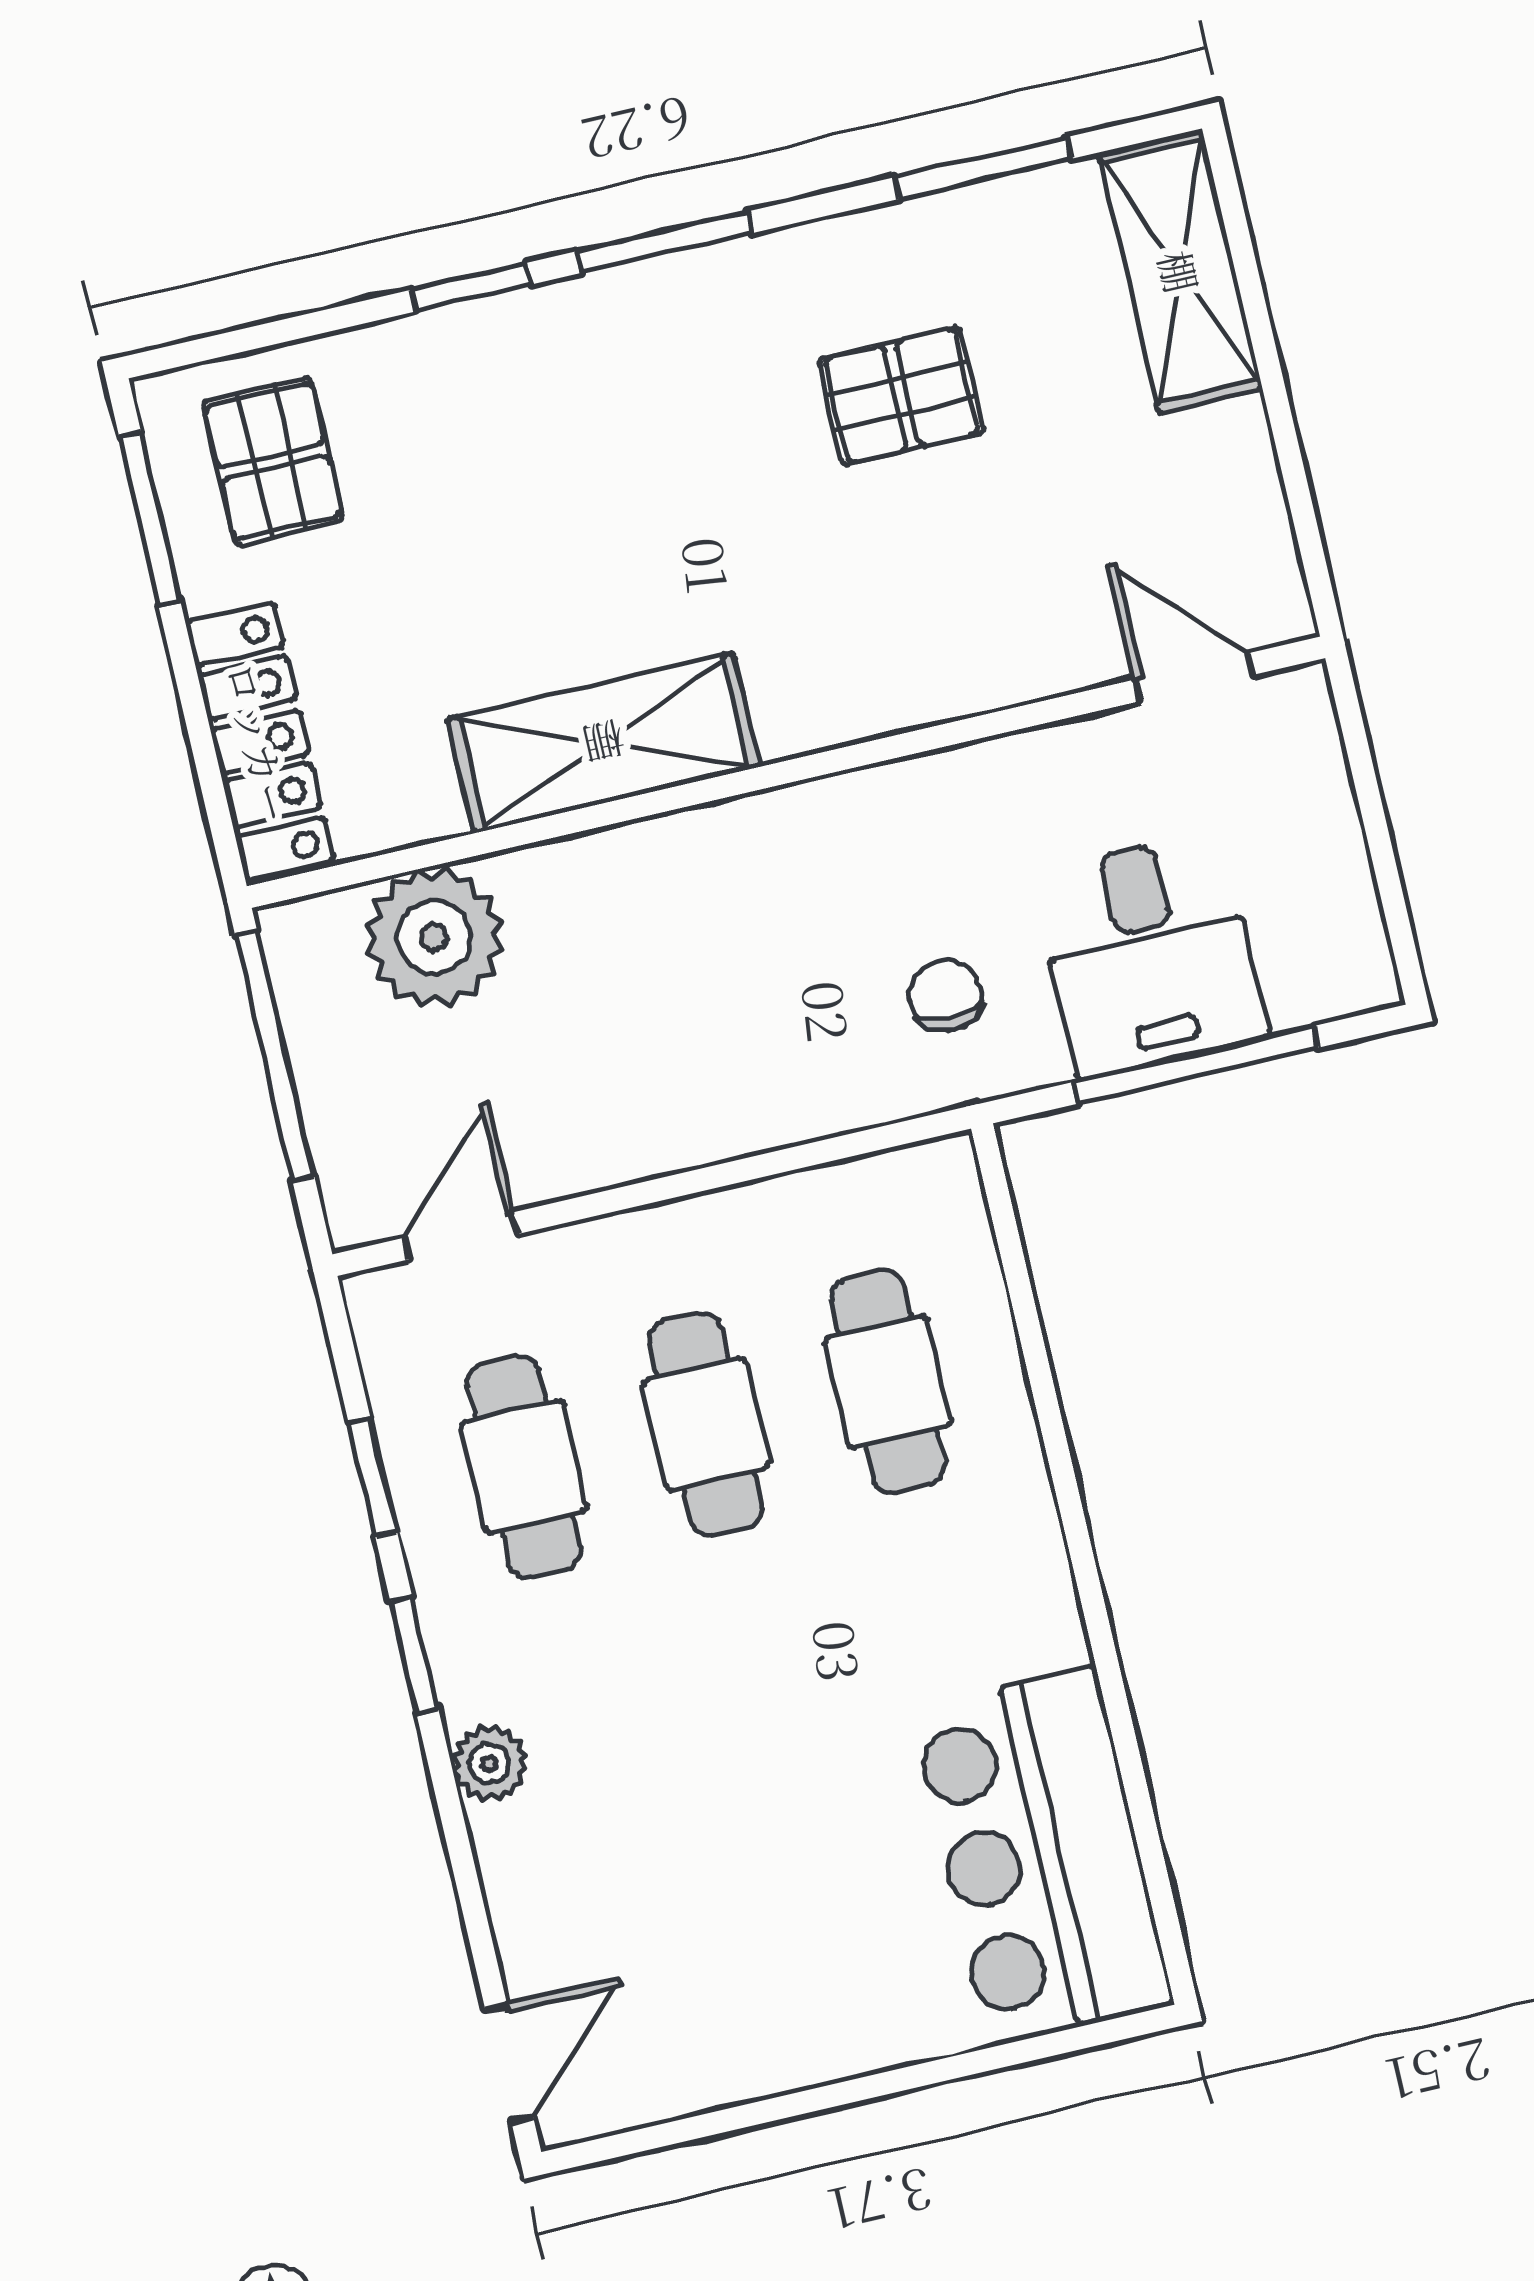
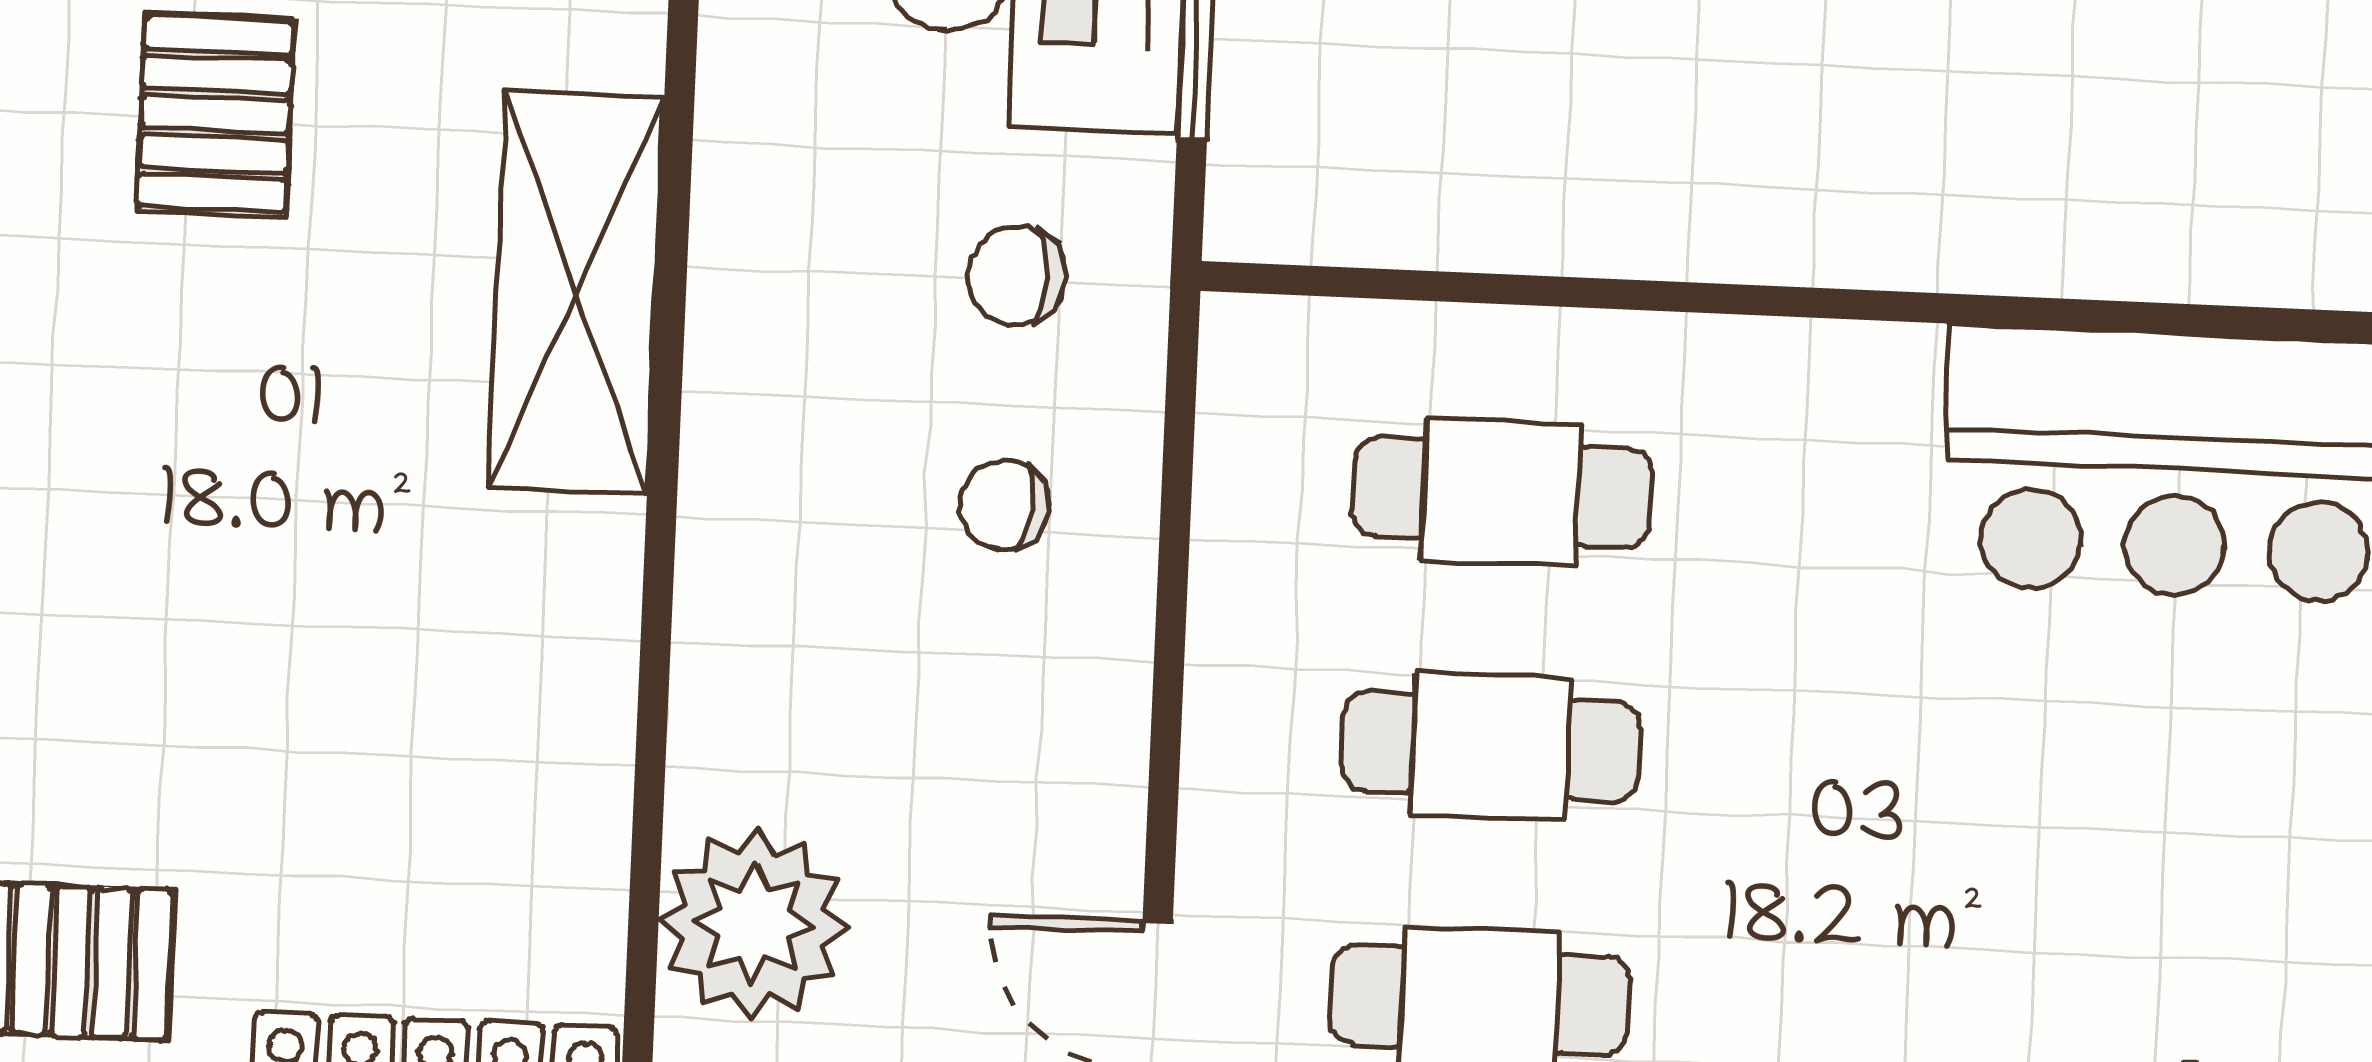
shelving: (604, 743) -> (576, 293), moved
chair: (780, 1032) -> (1004, 505), added

